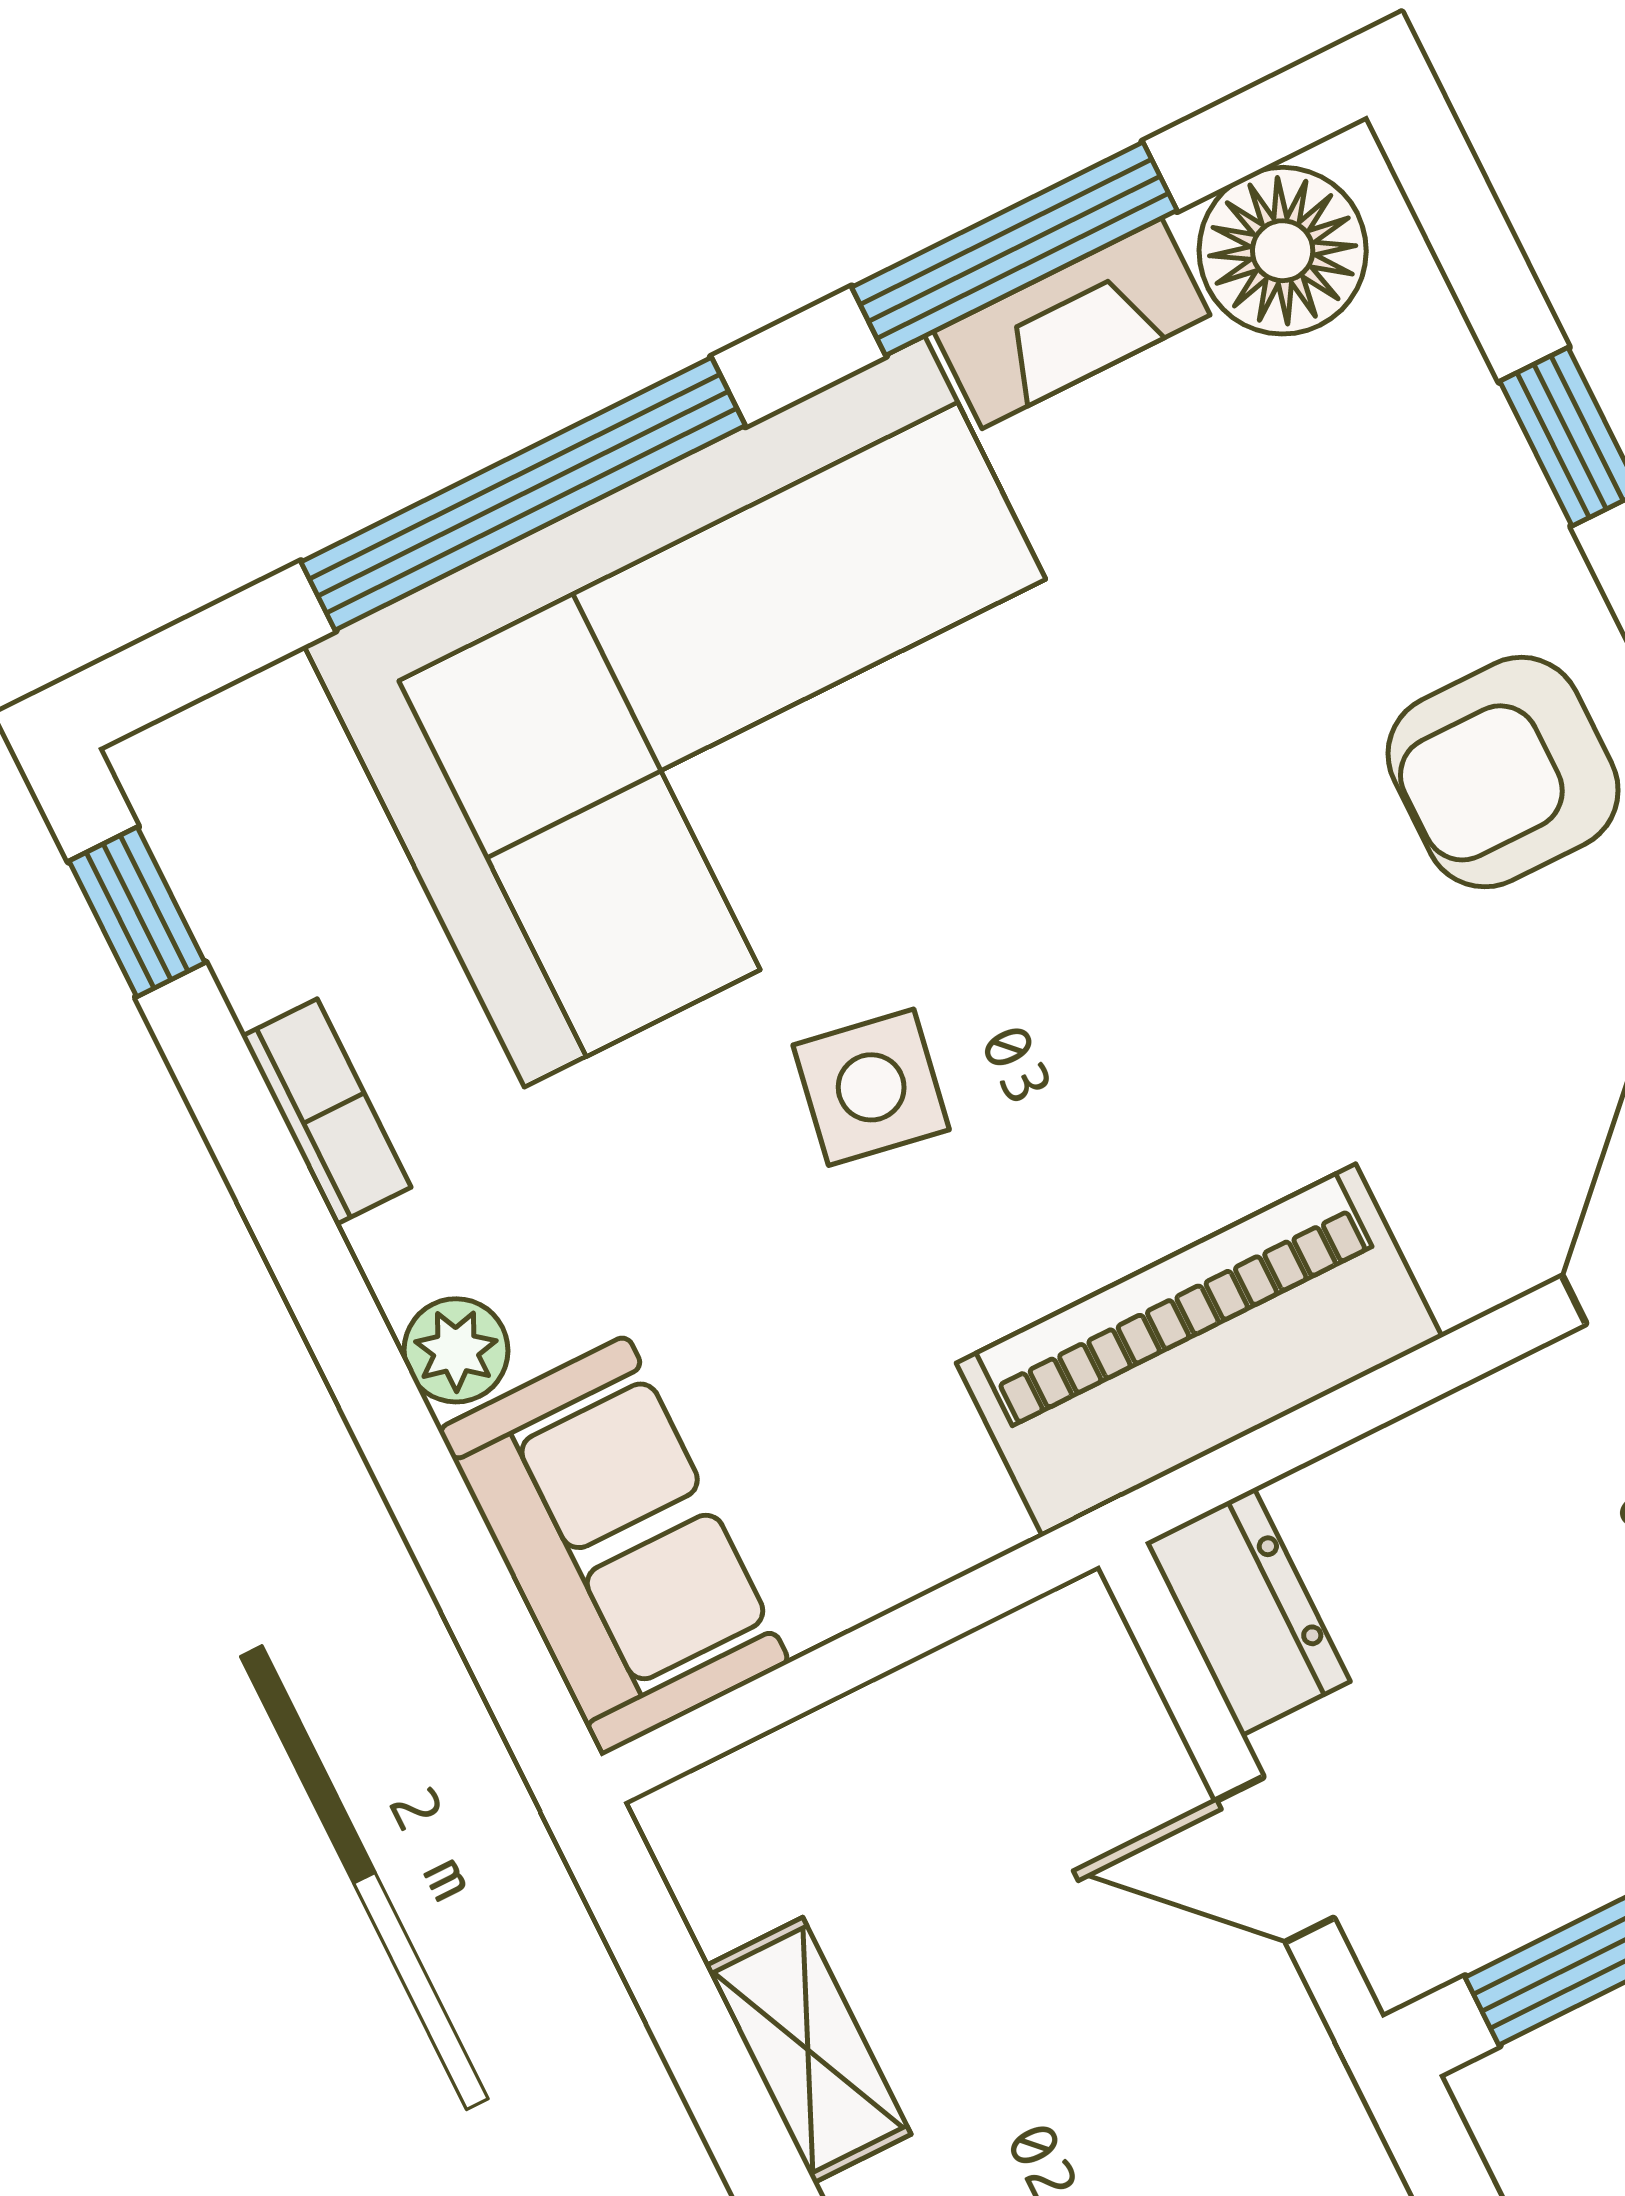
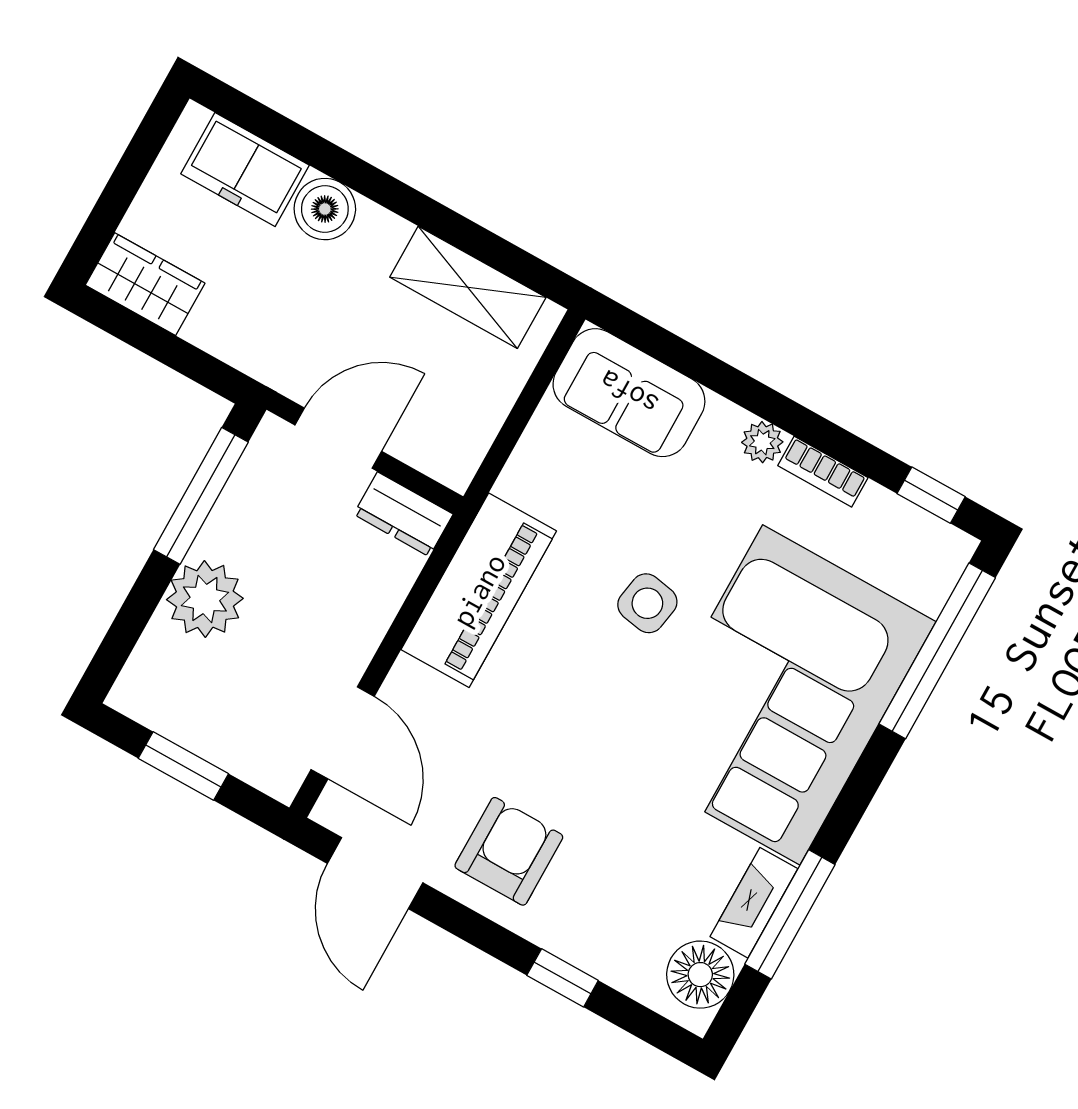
window: (523, 494) -> (937, 651), moved
plant: (456, 1350) -> (762, 442), moved
door: (1275, 1859) -> (338, 438), width x1.38
shelving: (808, 2050) -> (468, 287), width x1.50, depth x1.33

